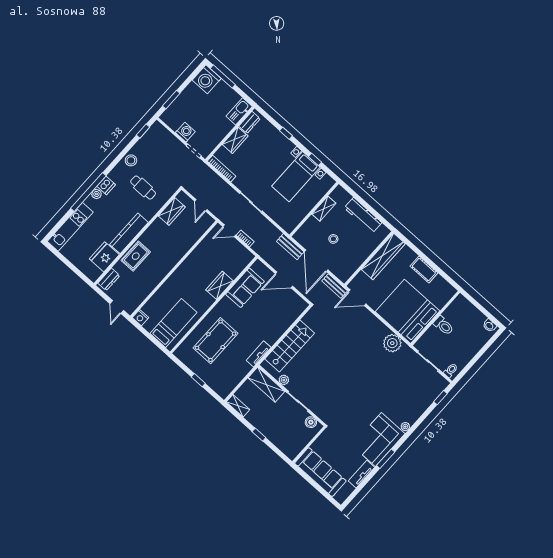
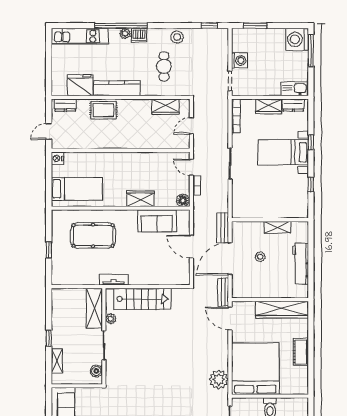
bed with nightstands: (296, 177) -> (283, 152), moved
floor lamp: (247, 257) -> (183, 200), added
shelving: (238, 406) -> (57, 361), moved

